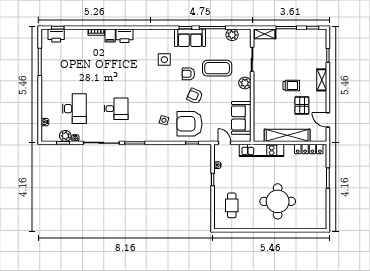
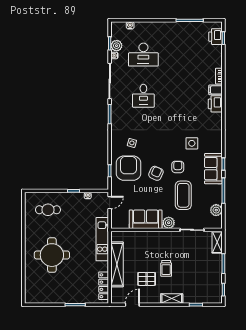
sofa: (241, 118) -> (146, 219), moved

